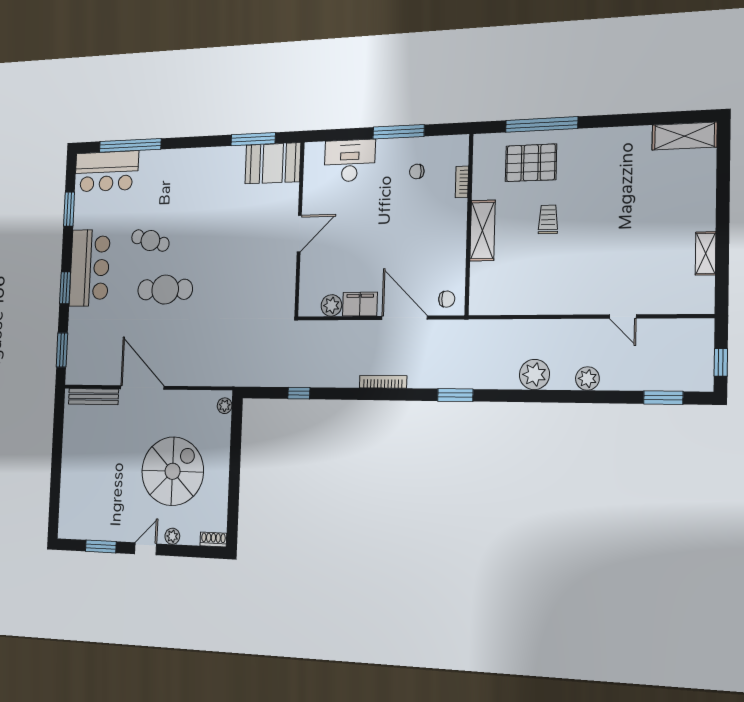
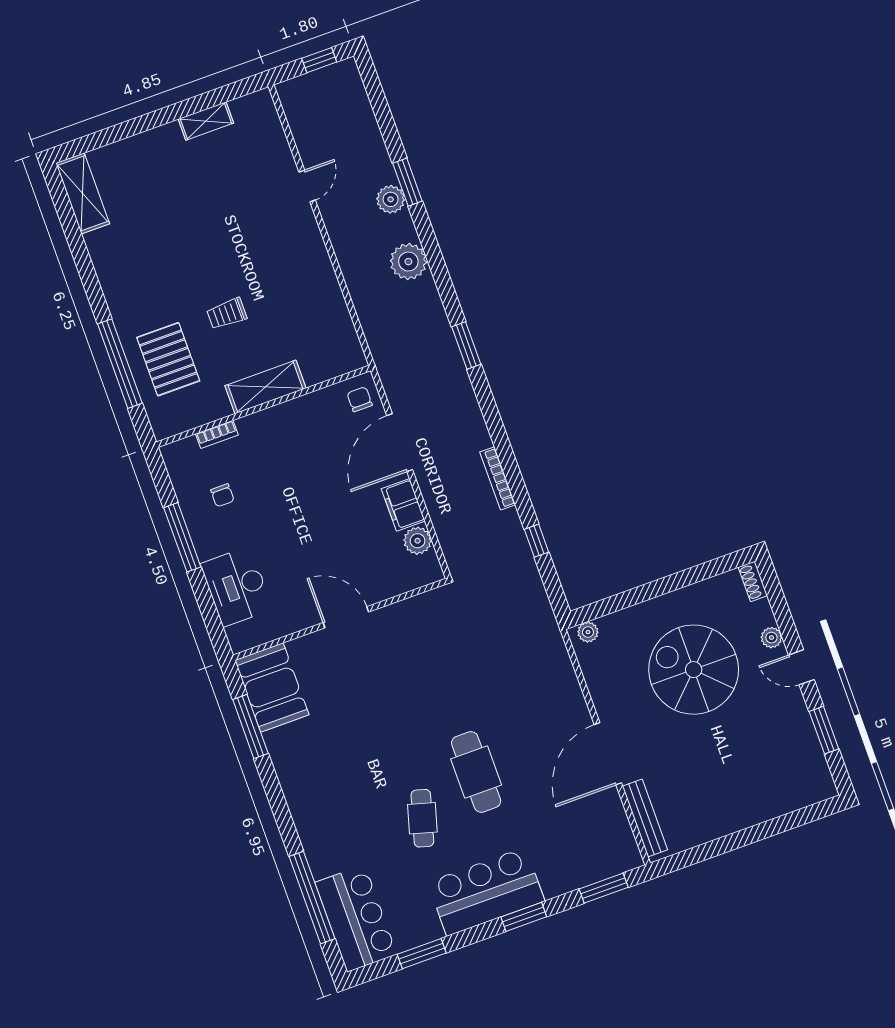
bookcase: (383, 382) -> (498, 478), moved
window: (663, 398) -> (407, 182), moved

